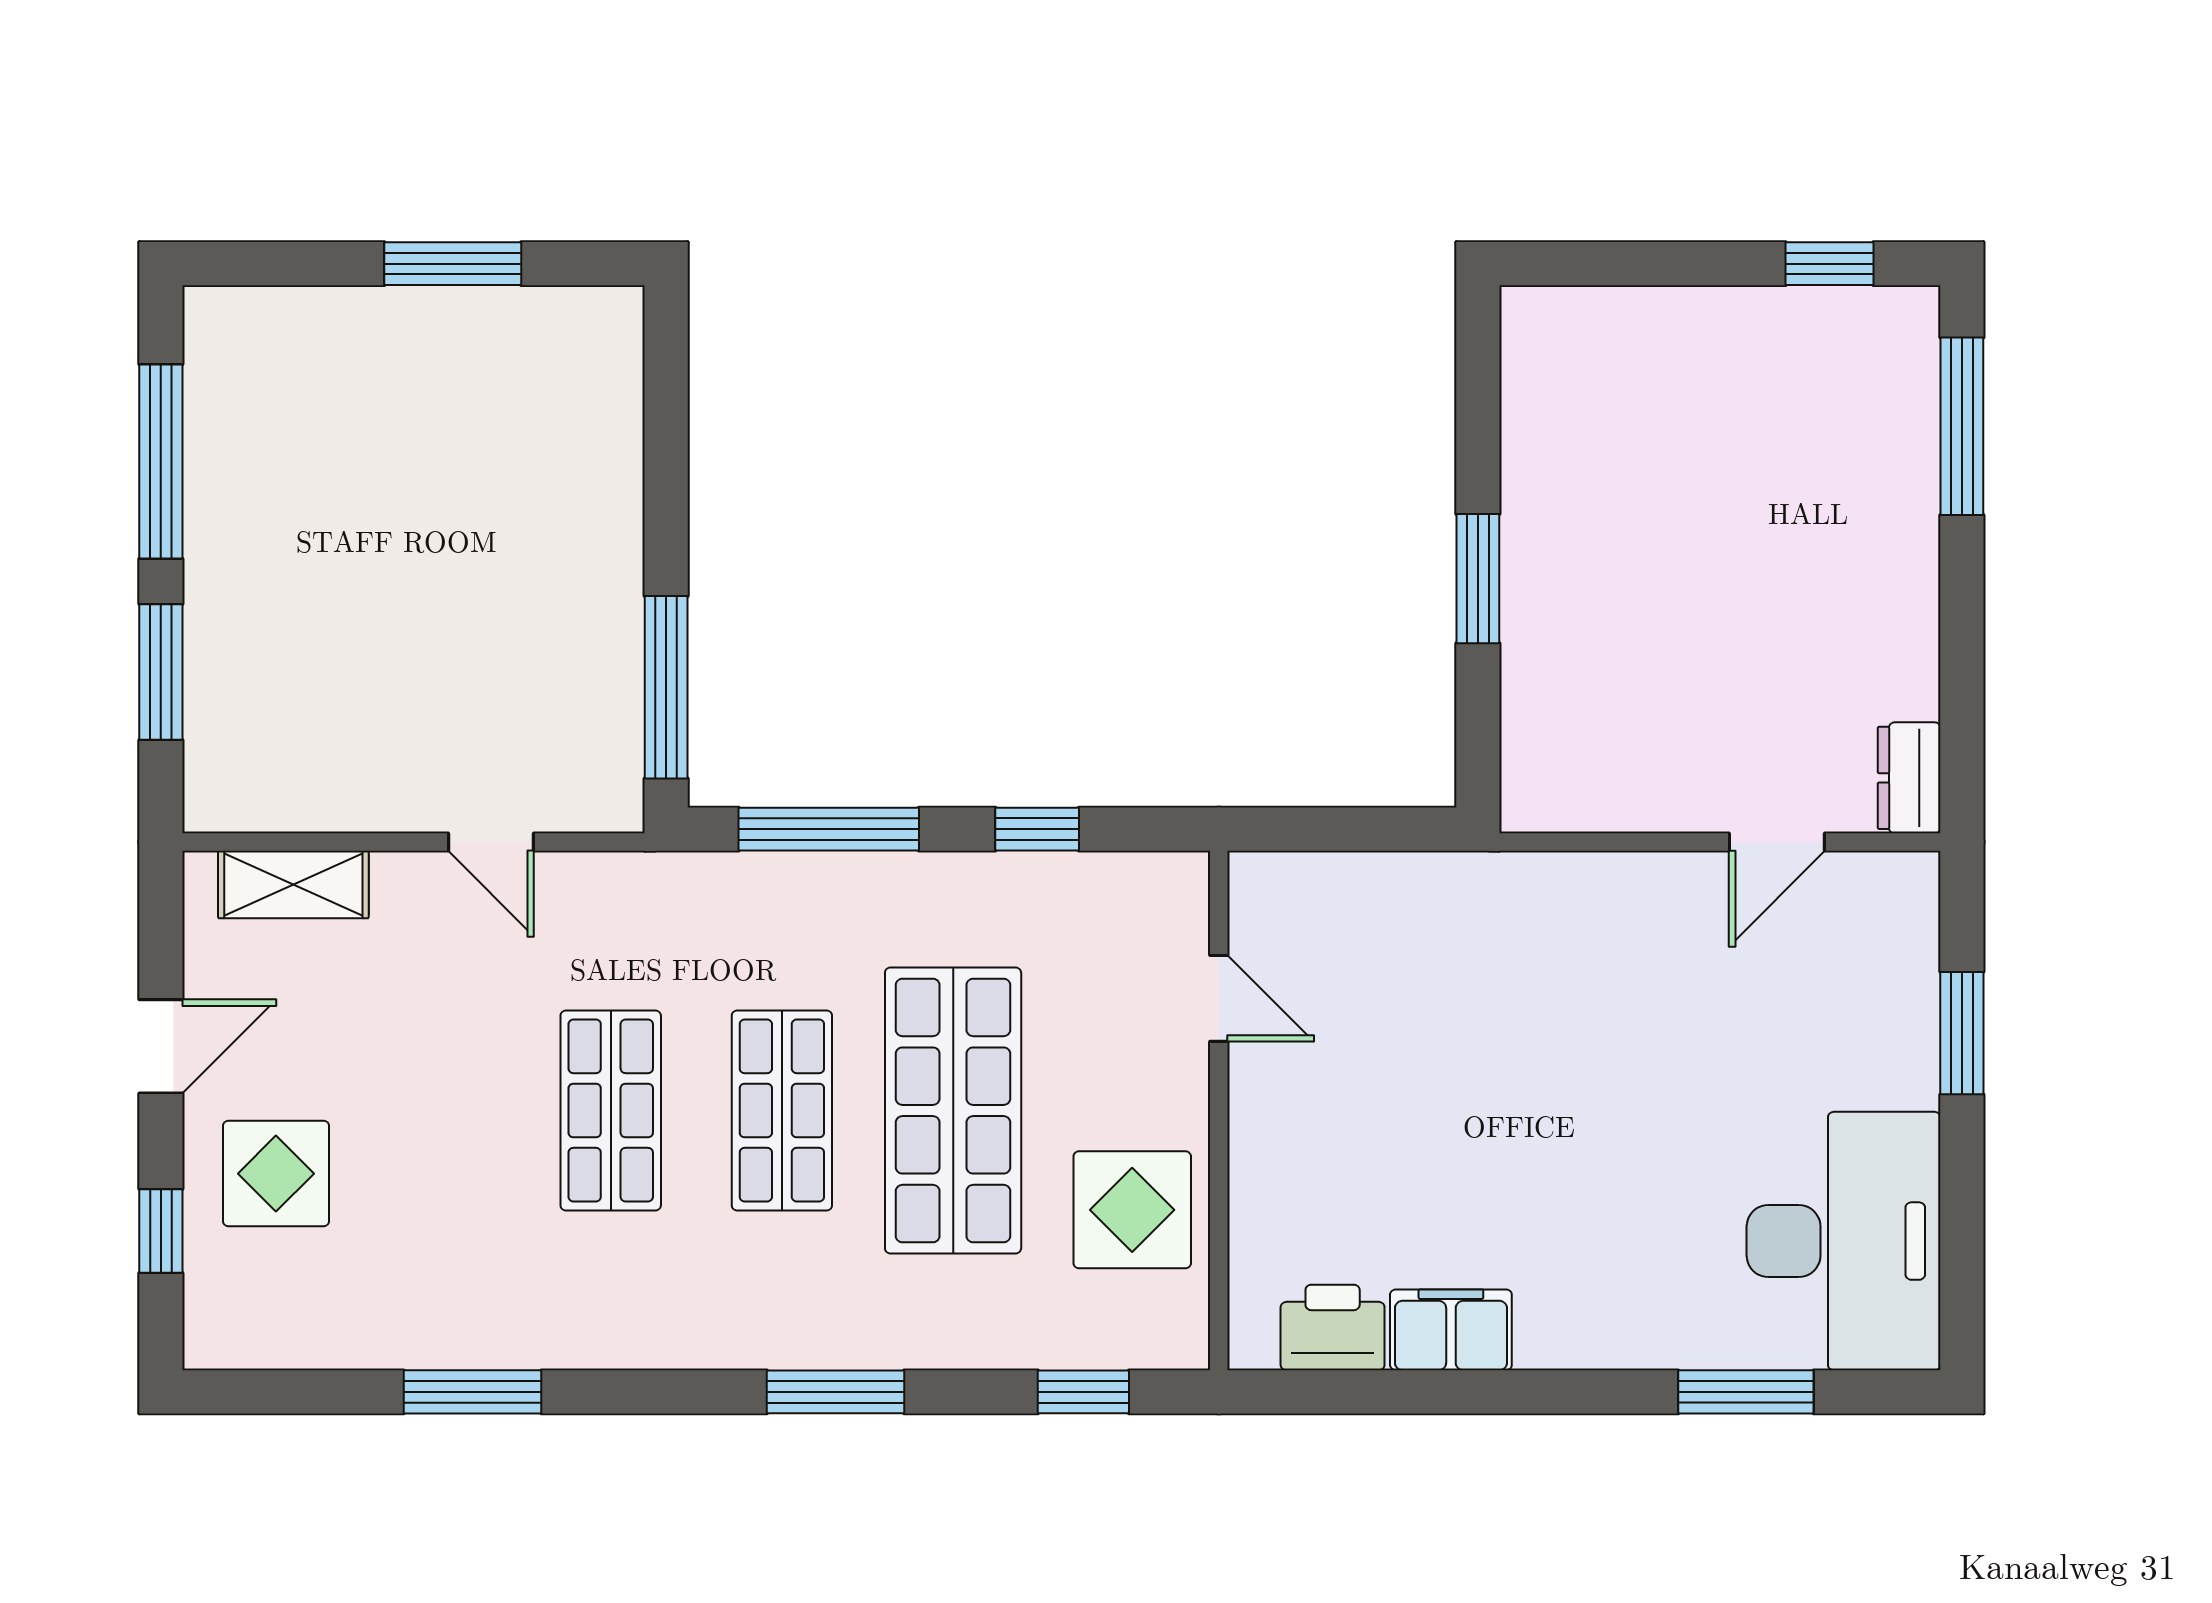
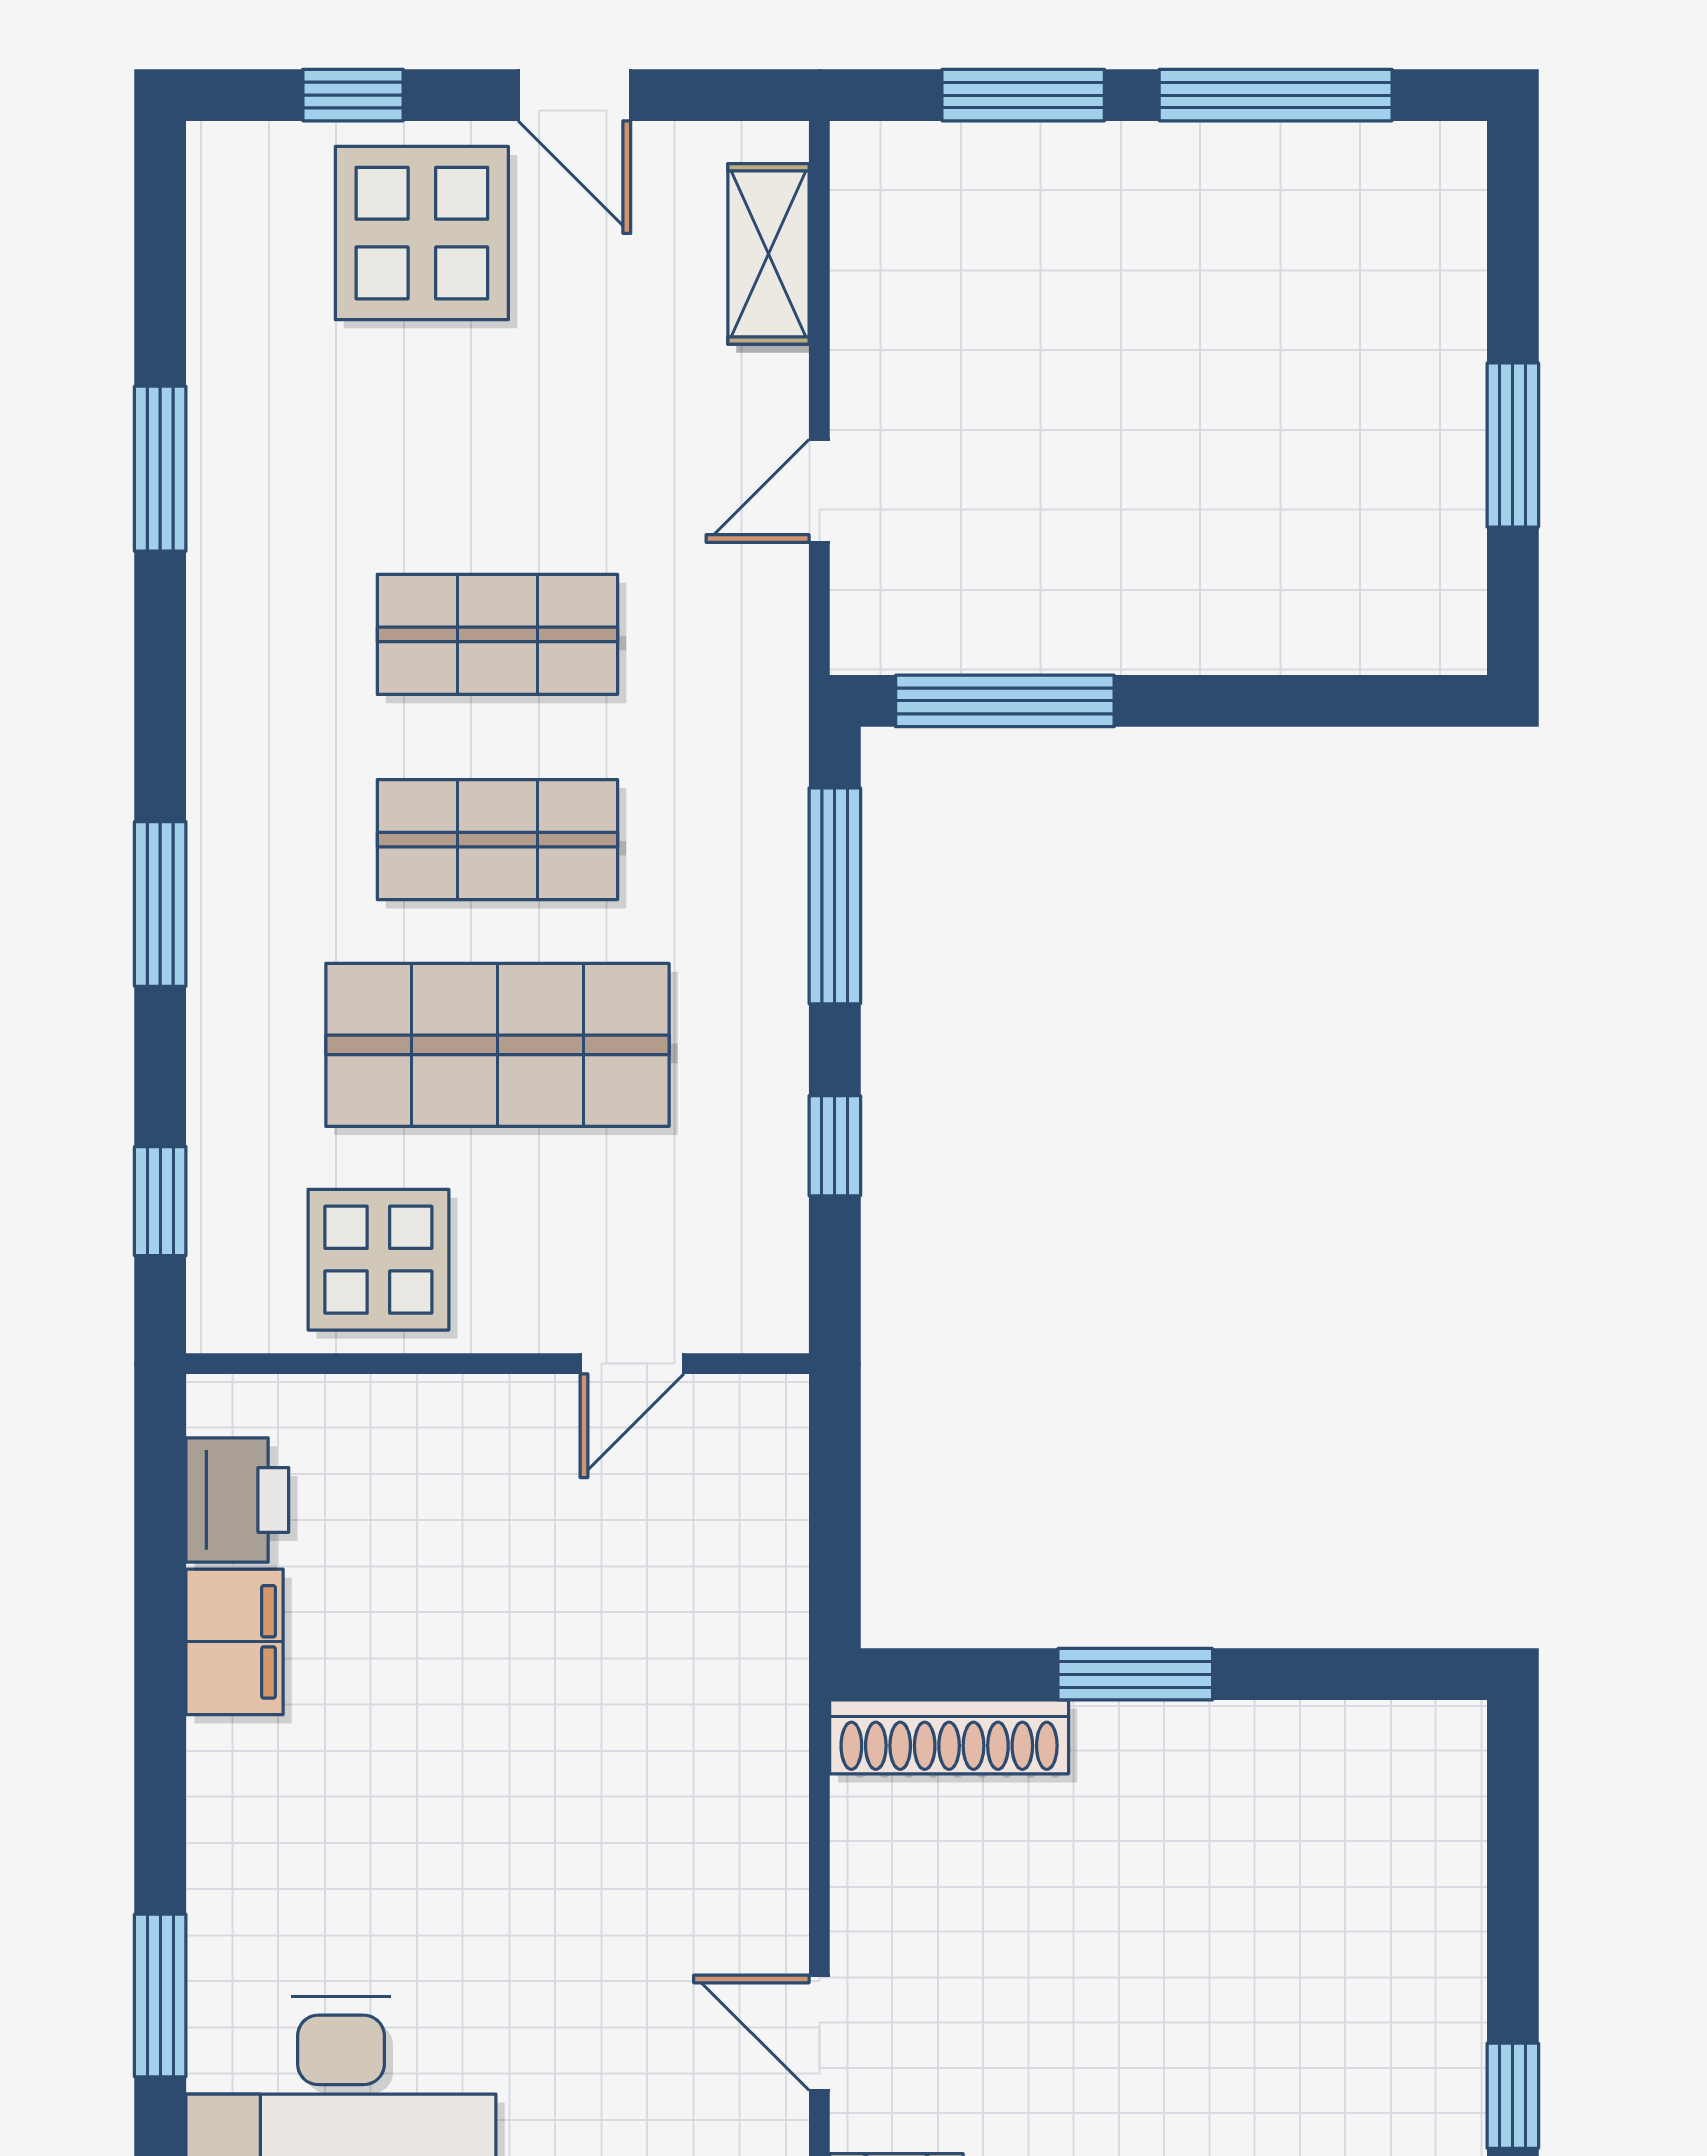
shoe rack: (1530, 734) -> (949, 1737), added
display table: (276, 1174) -> (422, 233), width x1.36, depth x1.36

